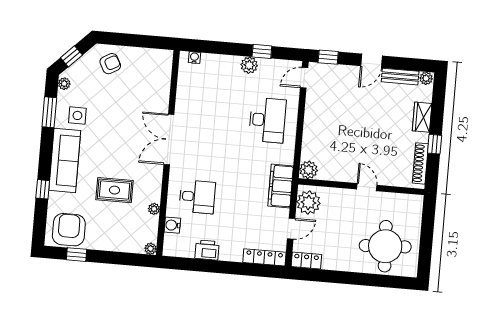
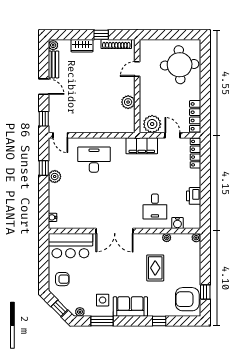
armchair: (110, 64) -> (62, 279), turned 119
bar counter: (154, 78) -> (70, 246), added
sofa: (65, 160) -> (130, 307), width x0.73
plant: (309, 170) -> (128, 102), moved
door: (367, 187) -> (137, 69), moved
desk: (197, 197) -> (155, 207), turned 180
locker: (306, 261) -> (195, 116), width x1.53

